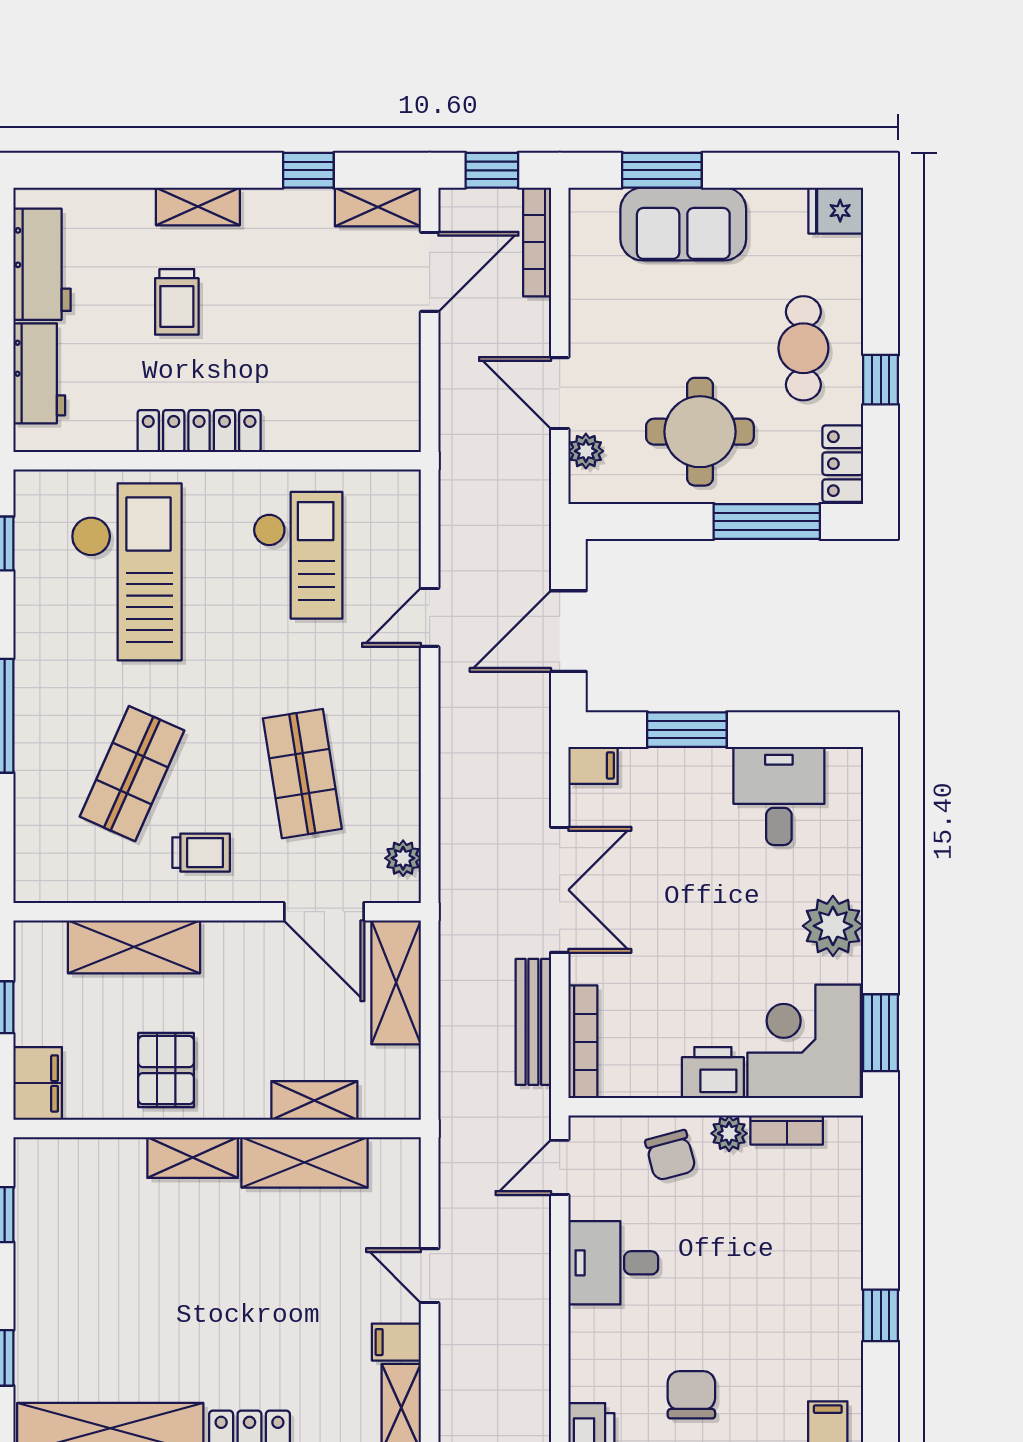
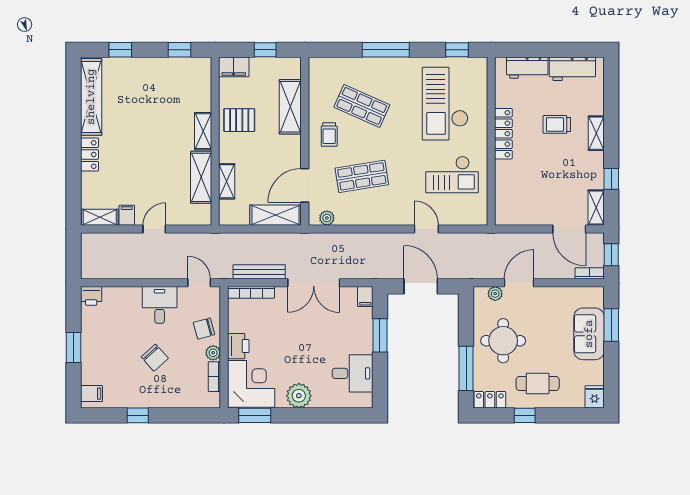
bookcase: (537, 242) -> (590, 273), width x0.64
checkout: (126, 572) -> (445, 104), turned 90
chair: (691, 1395) -> (155, 358), moved, turned 48

